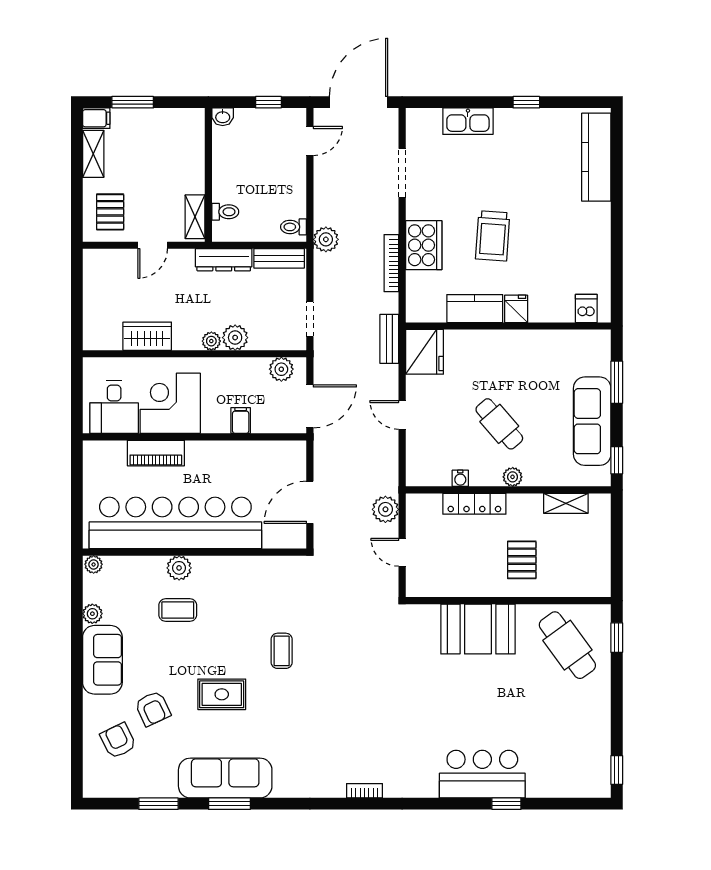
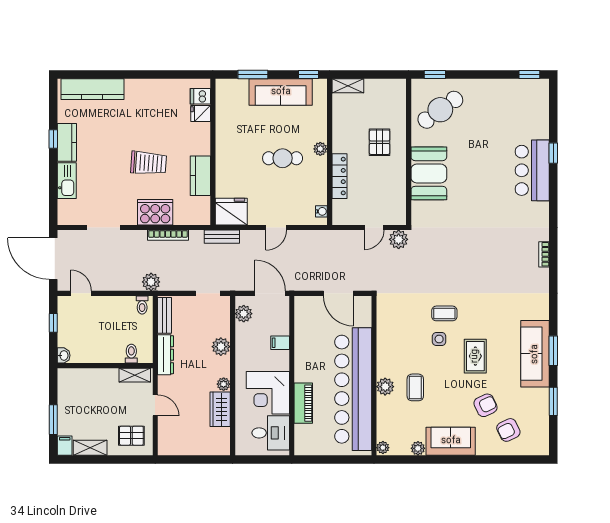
kitchen counter: (522, 121) -> (67, 142), added
fridge: (516, 309) -> (201, 114), moved
plant: (211, 341) -> (224, 384), moved
cafe table: (499, 424) -> (283, 158), turned 41
water cooler: (460, 478) -> (321, 211), moved
shelving: (566, 503) -> (348, 86), moved, turned 90
plant: (385, 509) -> (399, 239), moved
pallet: (522, 560) -> (380, 142), turned 90
side table: (246, 643) -> (439, 339), added

